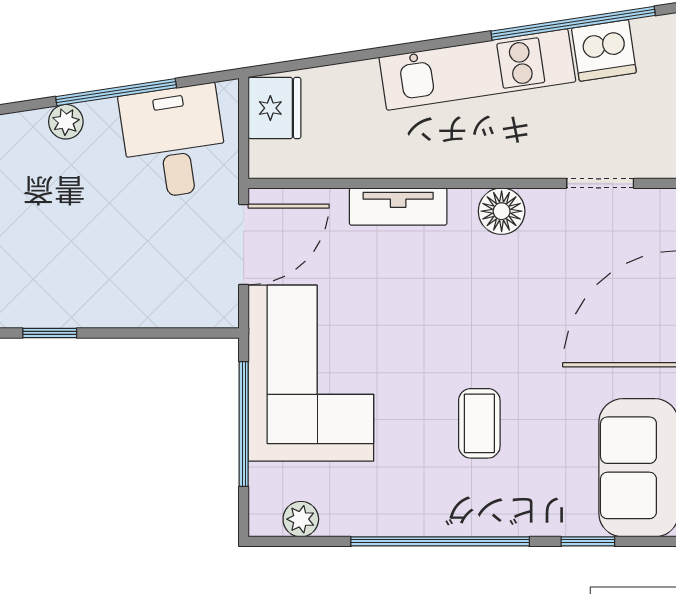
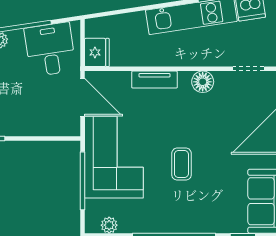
fridge: (275, 108) -> (97, 52), moved
door: (244, 244) -> (83, 97), hinge flipped
coffee table: (479, 423) -> (181, 164), moved

